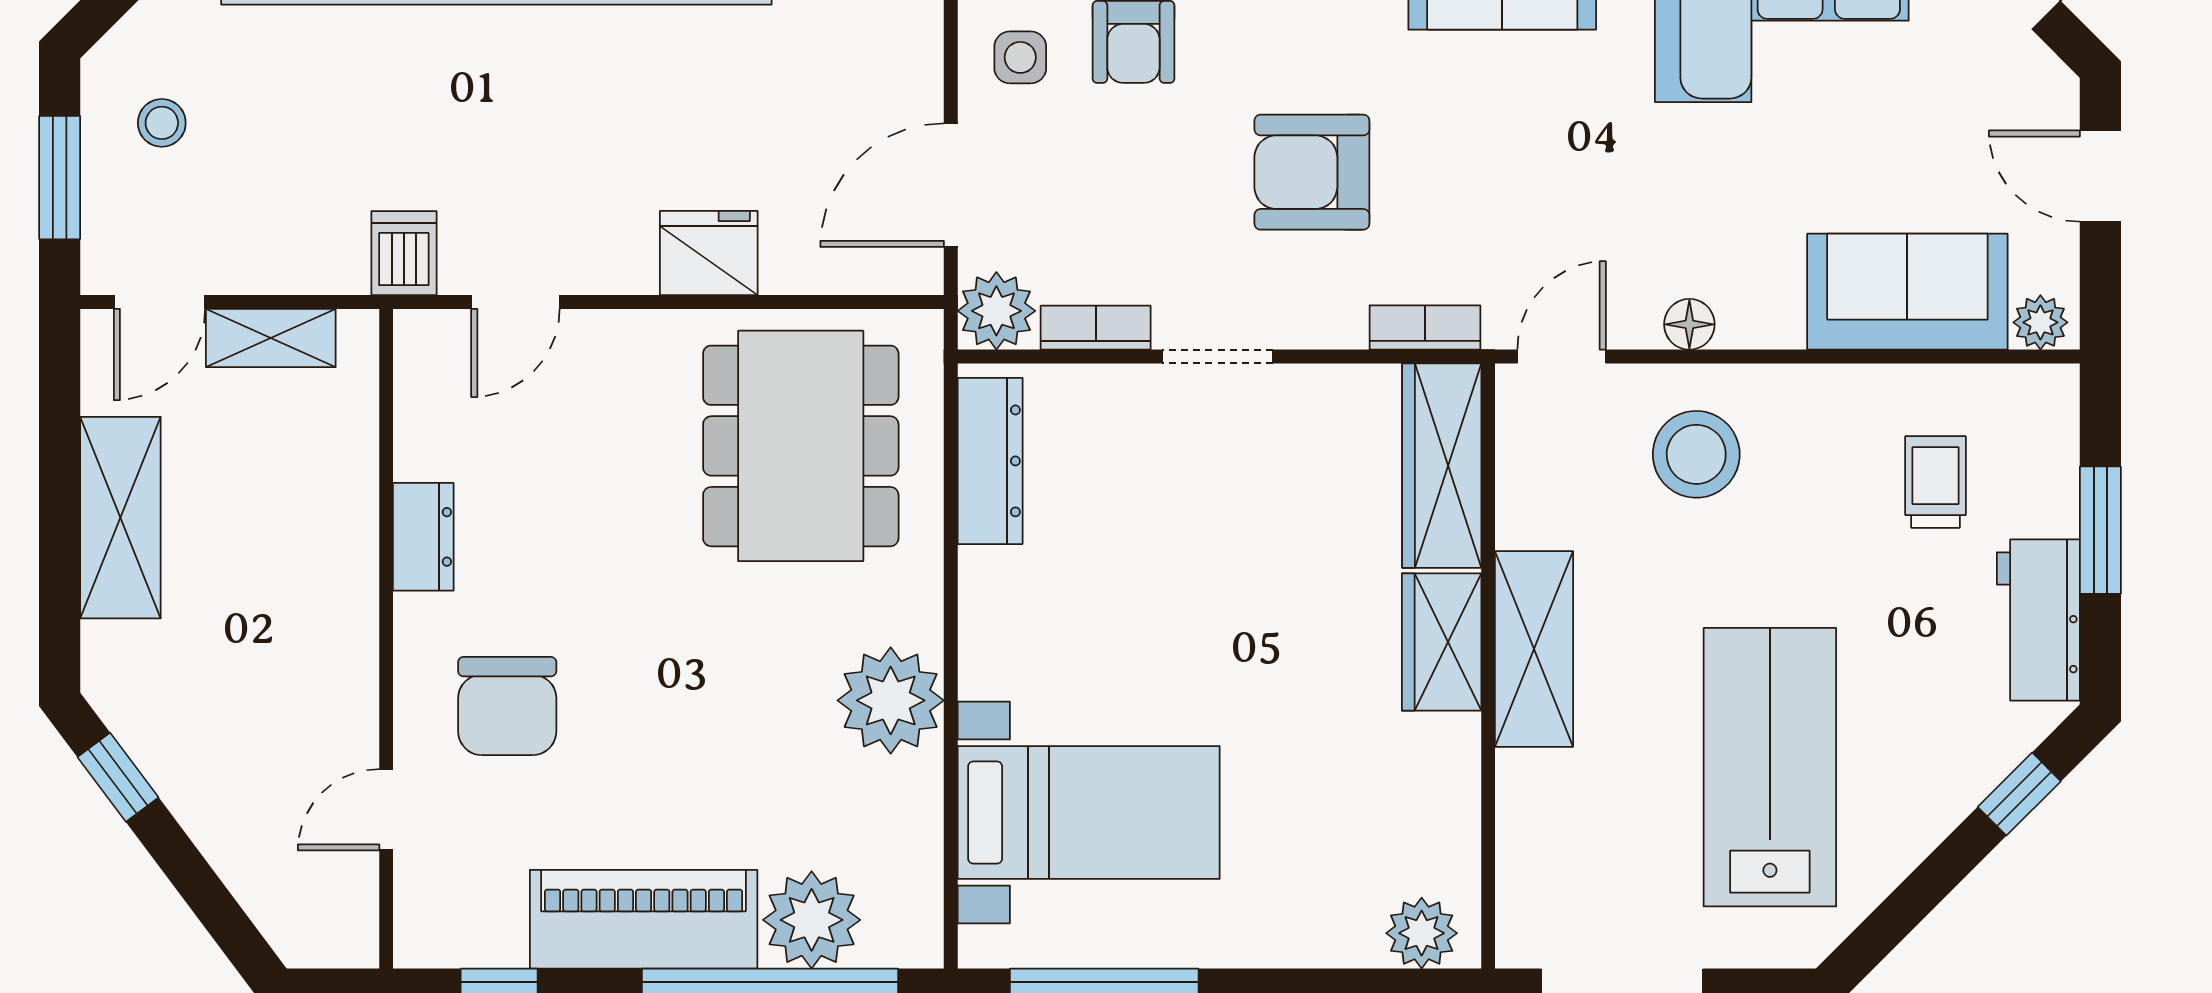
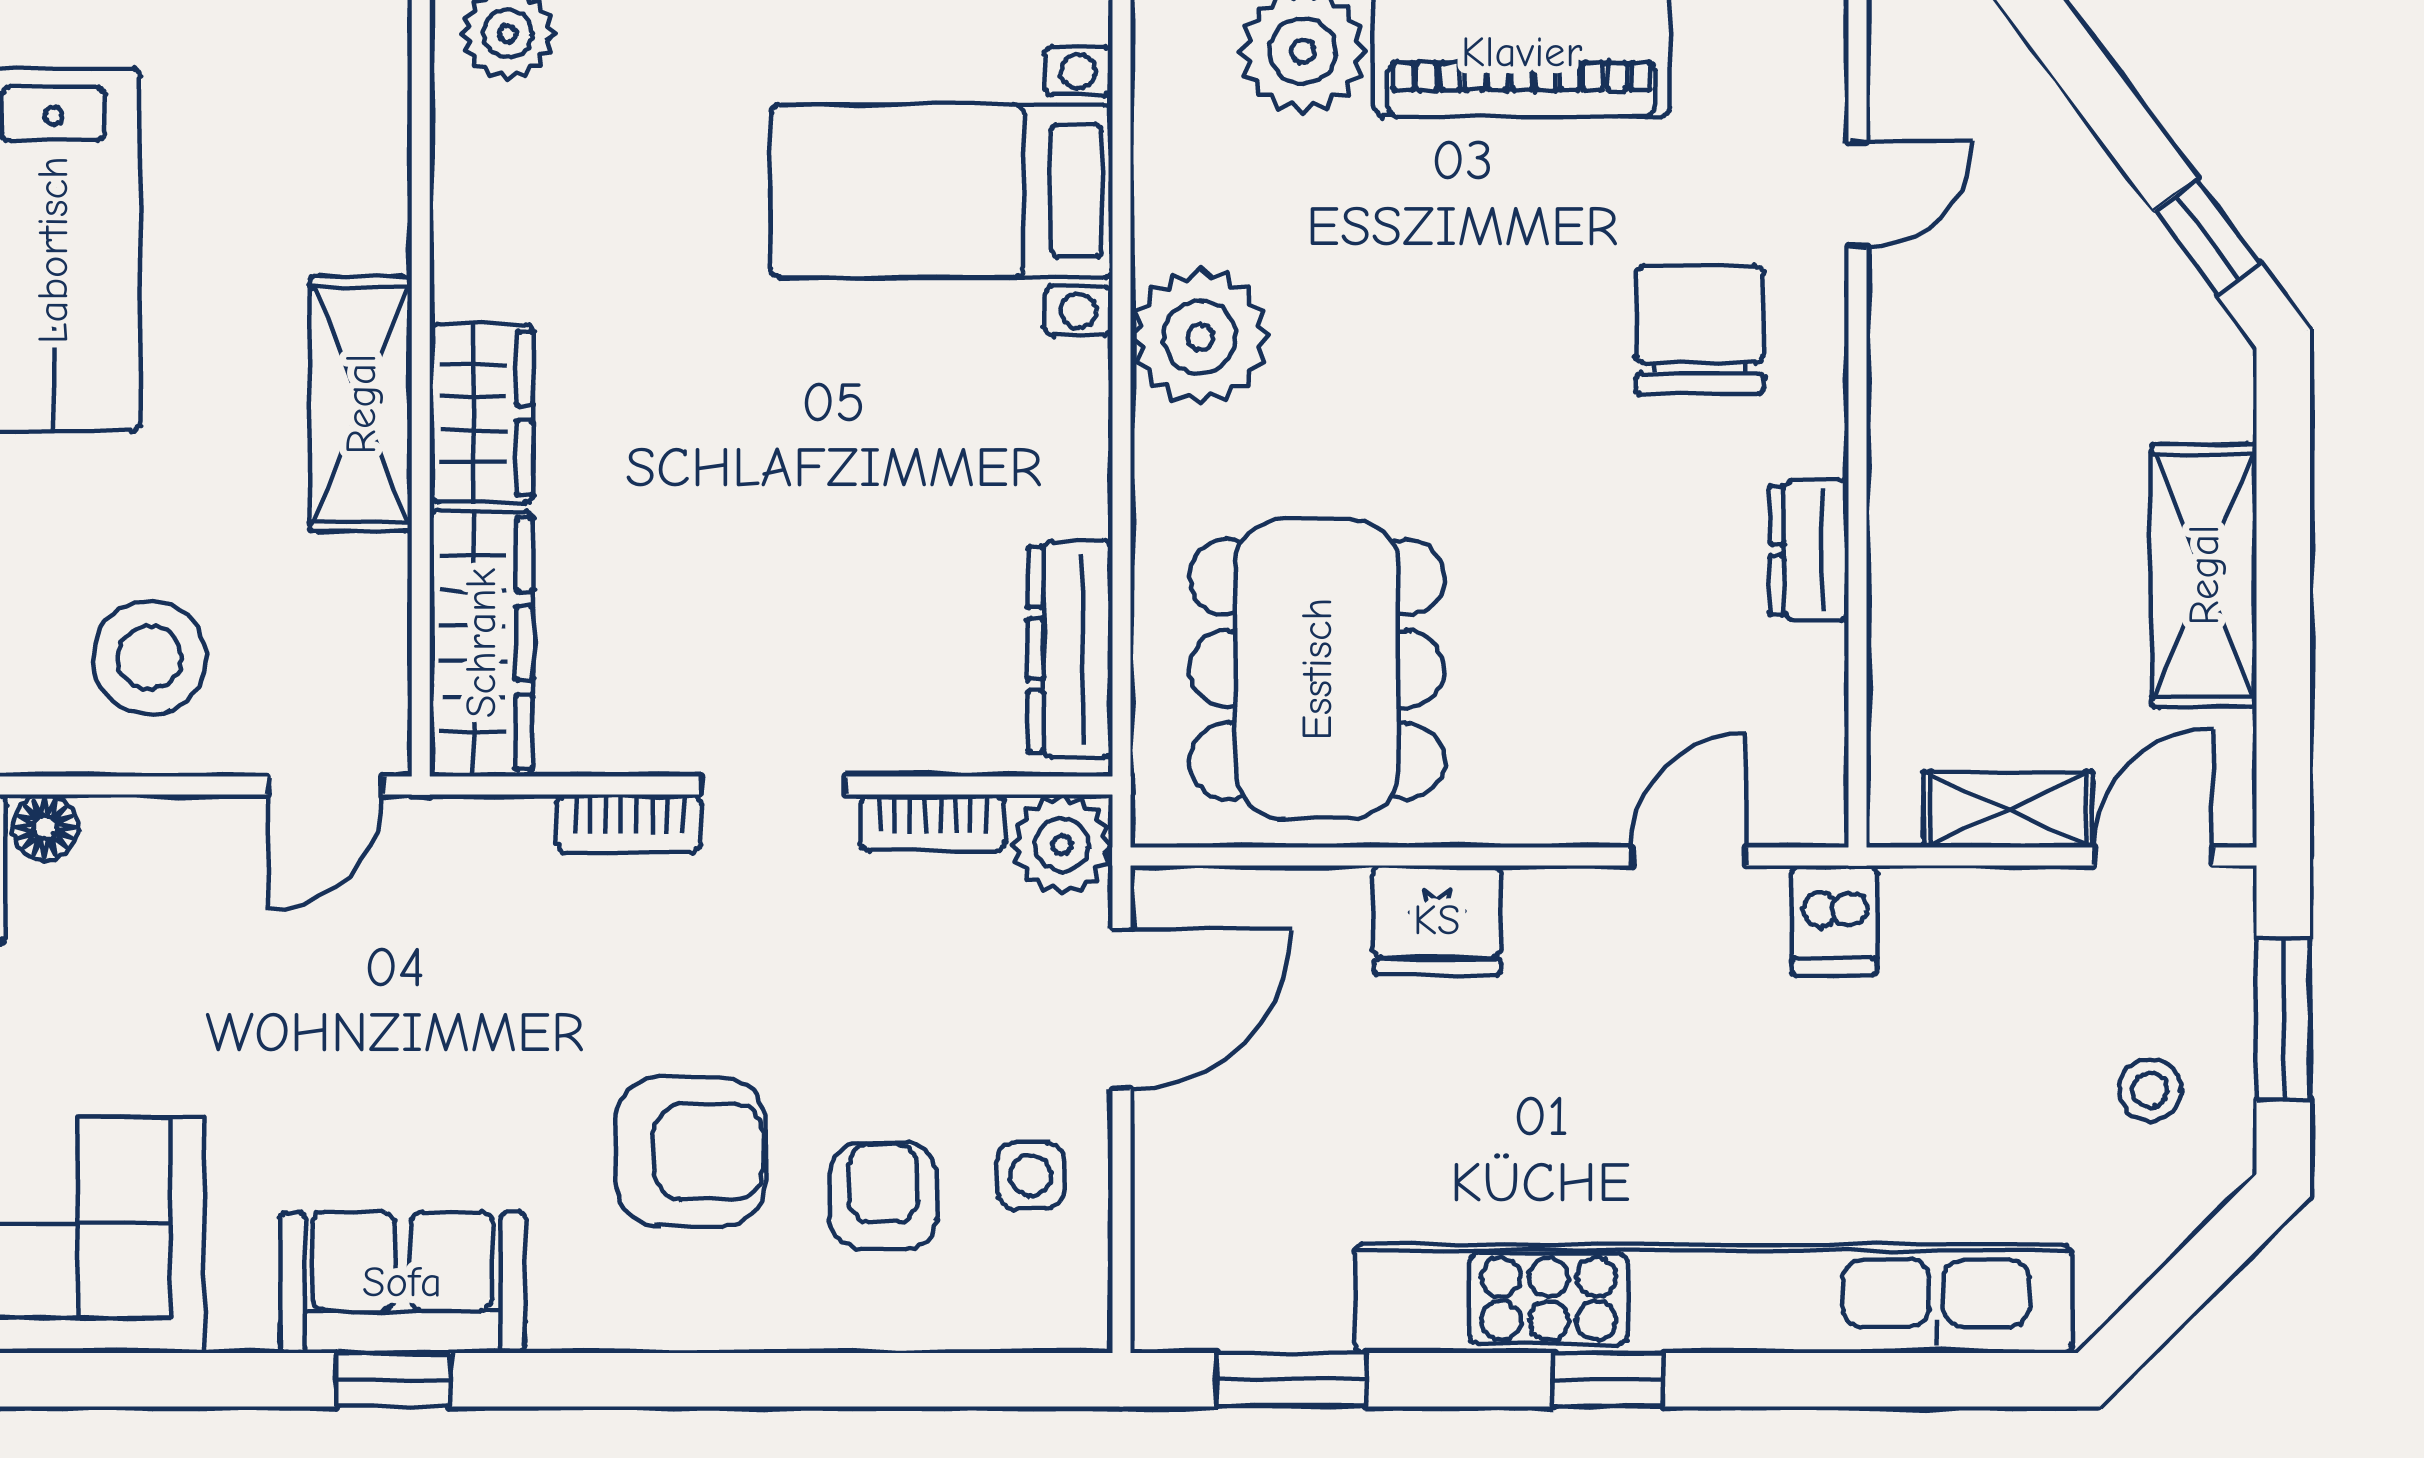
armchair: (1312, 172) -> (690, 1152), moved
floor lamp: (1689, 324) -> (45, 827), moved
bookcase: (1425, 328) -> (629, 823), moved

